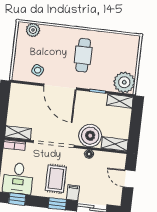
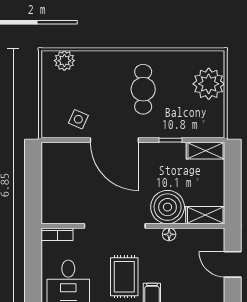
plant: (124, 82) -> (209, 84), moved
shelving: (18, 133) -> (60, 215), removed

